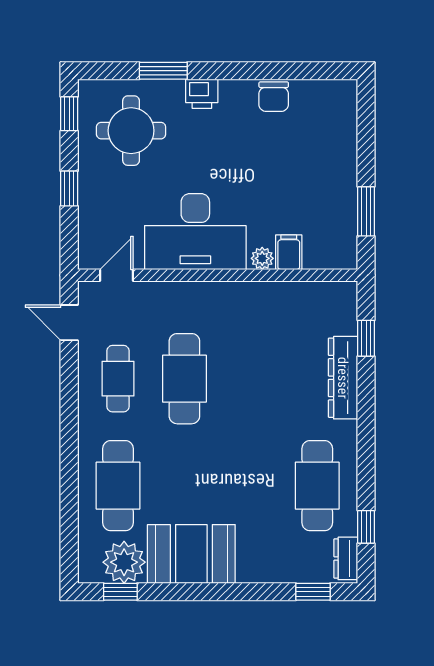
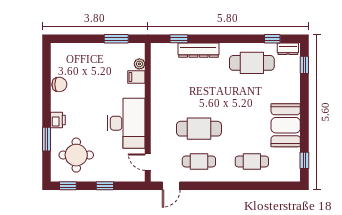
plant: (262, 258) -> (139, 64), moved
cafe table: (118, 486) -> (252, 161), width x0.73, depth x0.74
plant: (124, 562) -> (290, 159), removed

